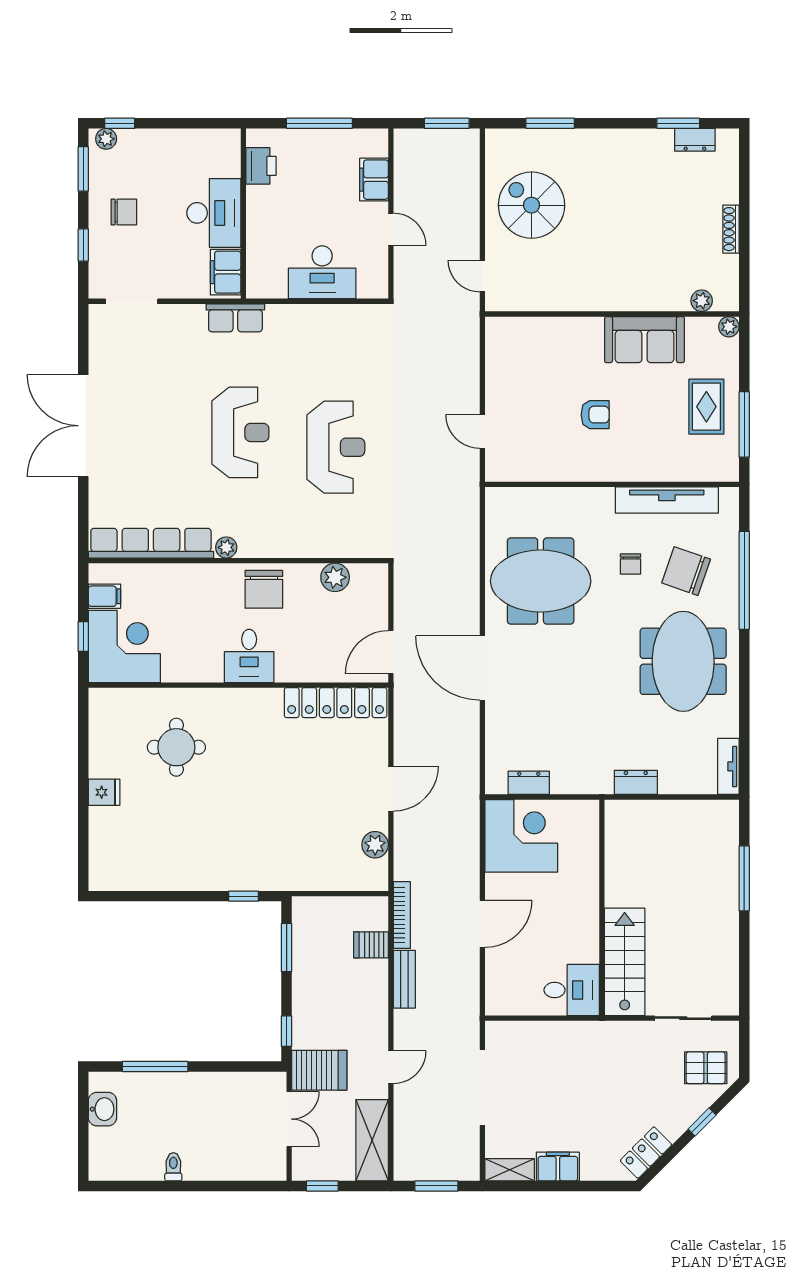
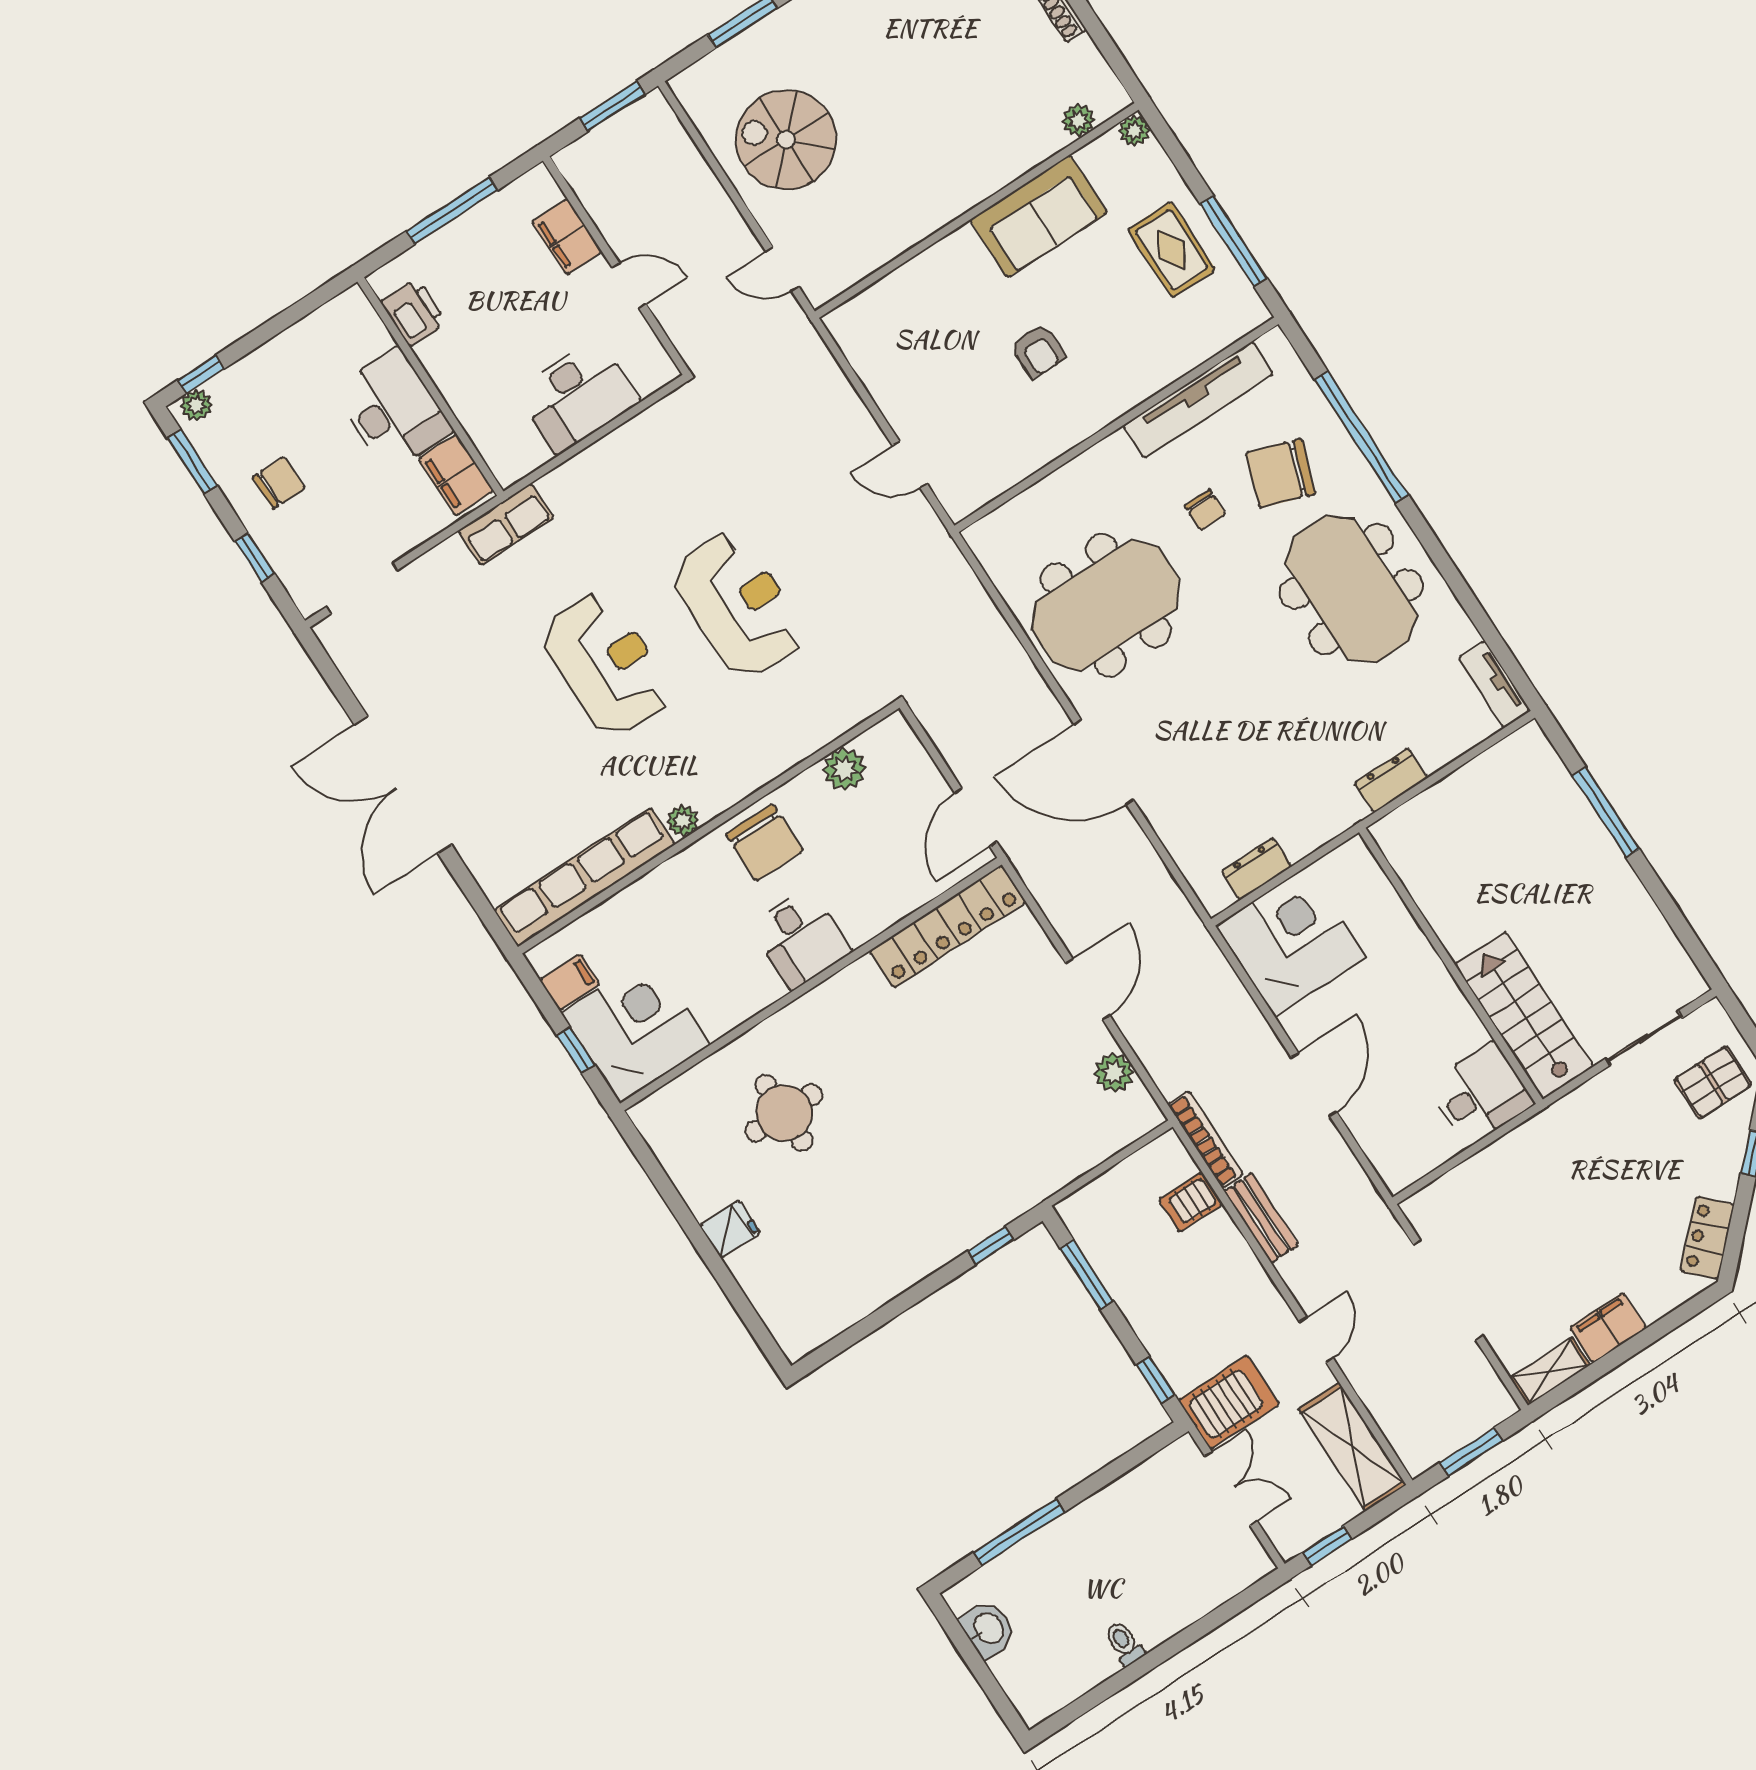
armchair: (595, 415) -> (1038, 351), turned 90

